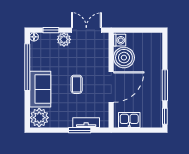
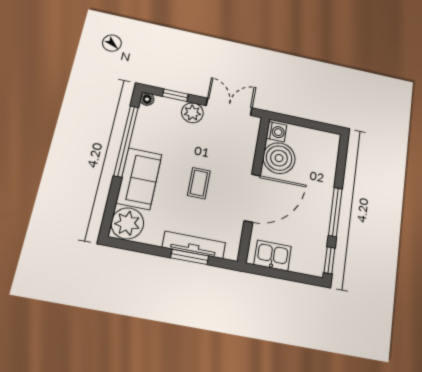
tv unit: (86, 123) -> (194, 245), width x1.41

